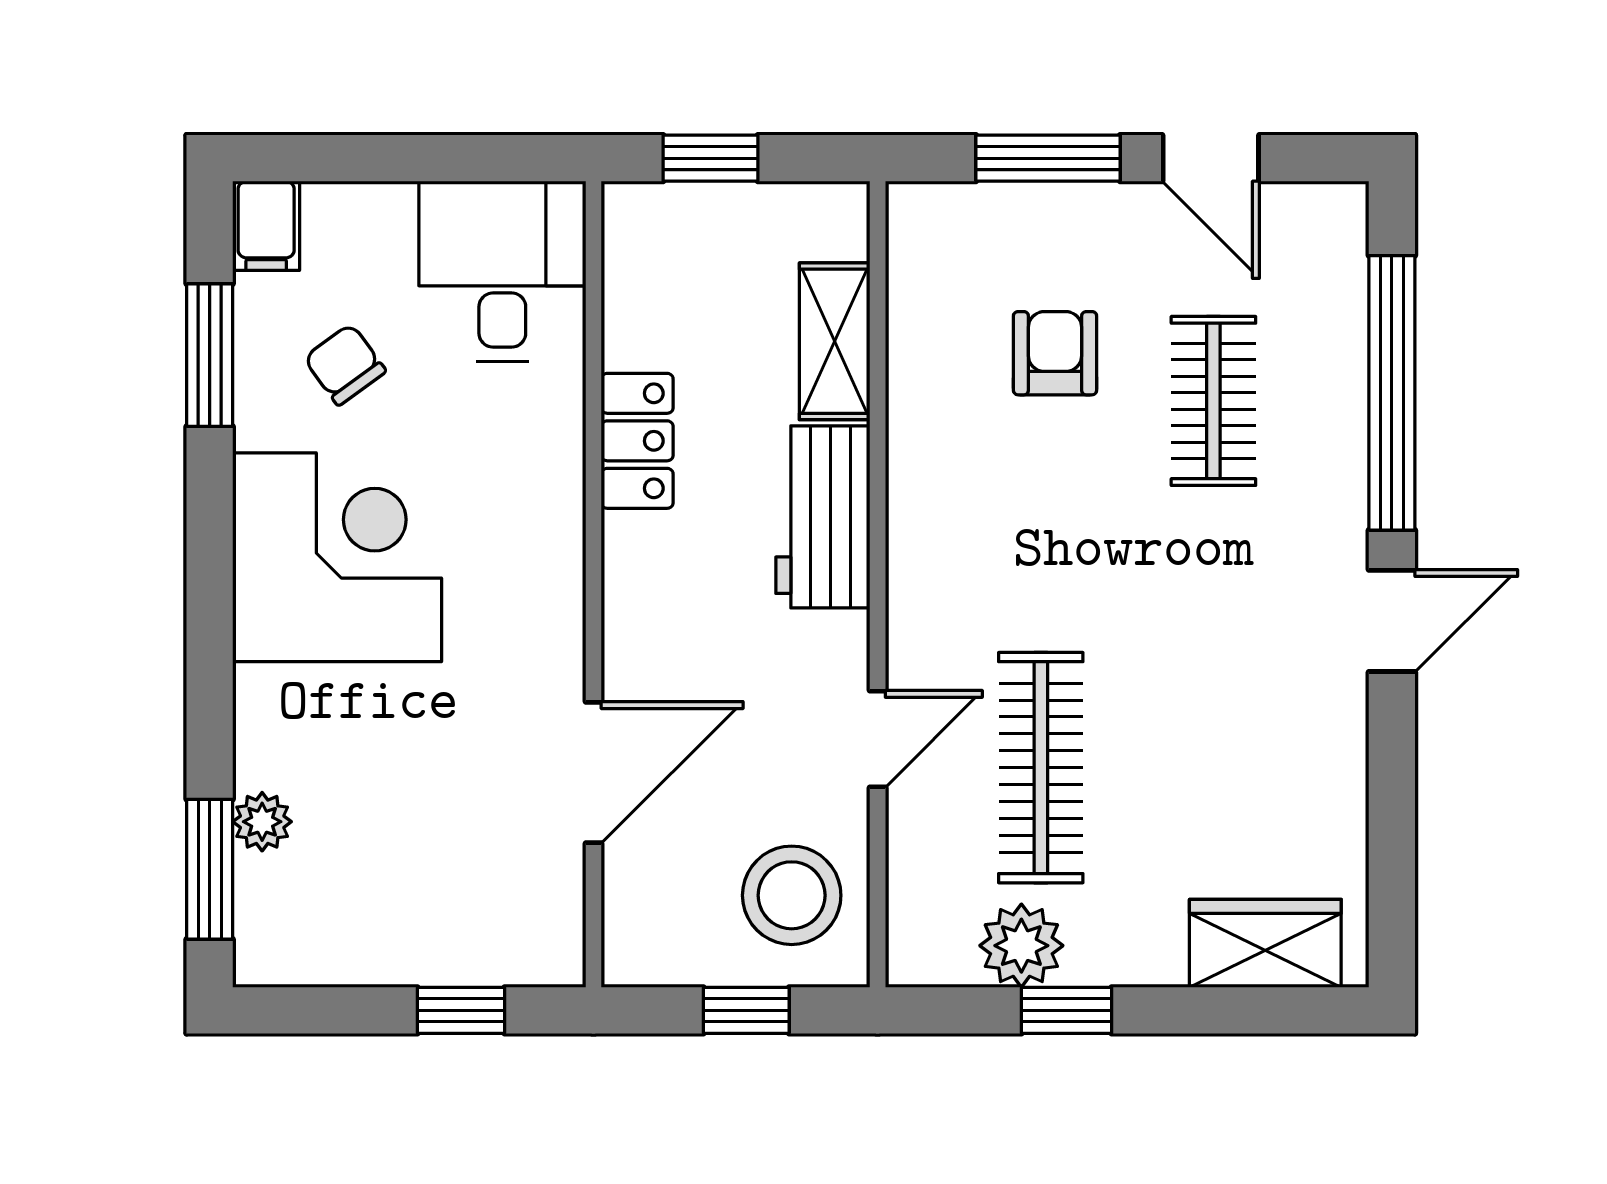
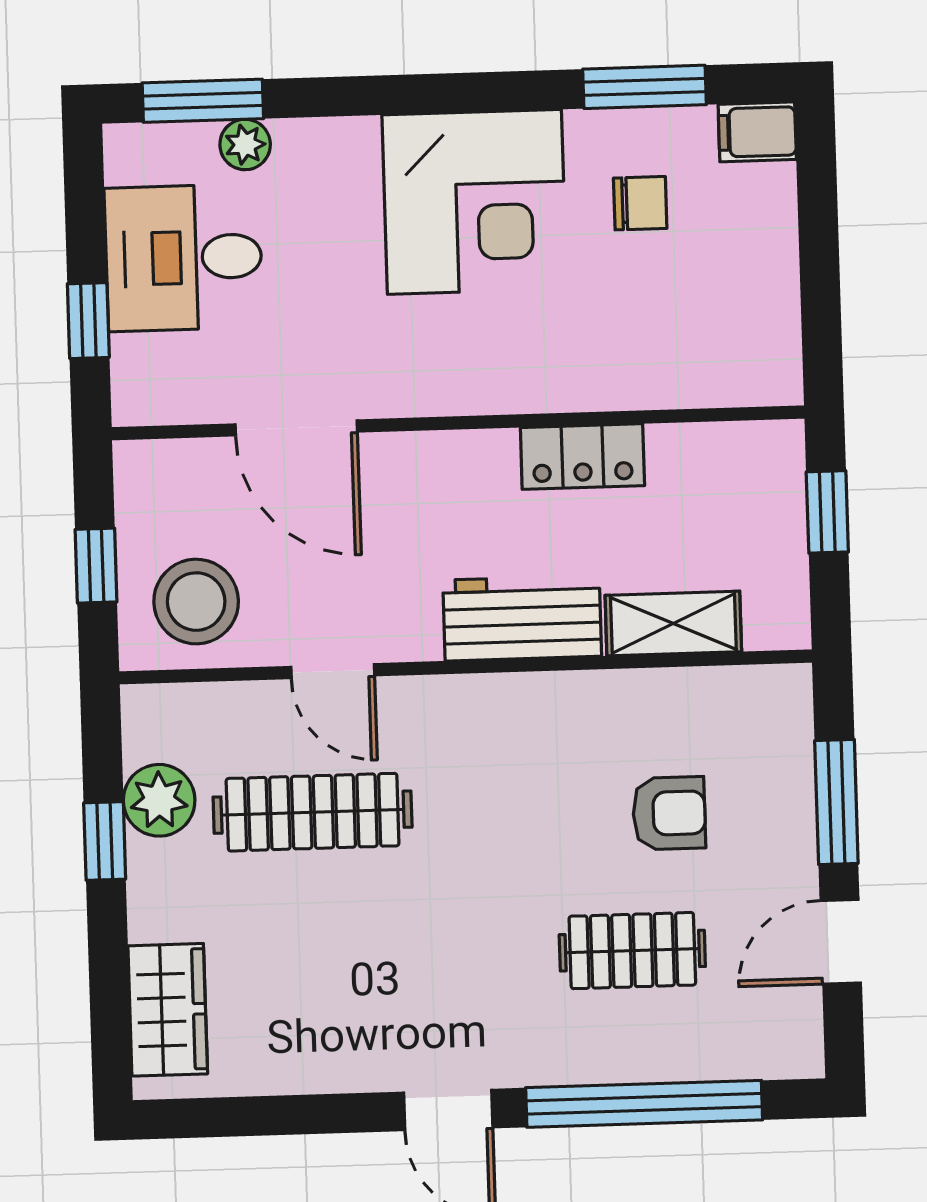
desk: (502, 271) -> (184, 258), moved, turned 180
chair: (345, 364) -> (640, 203), turned 36

